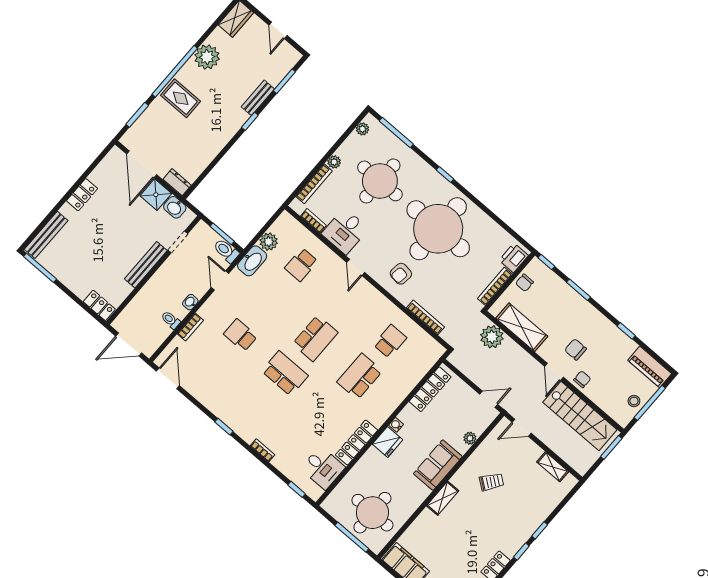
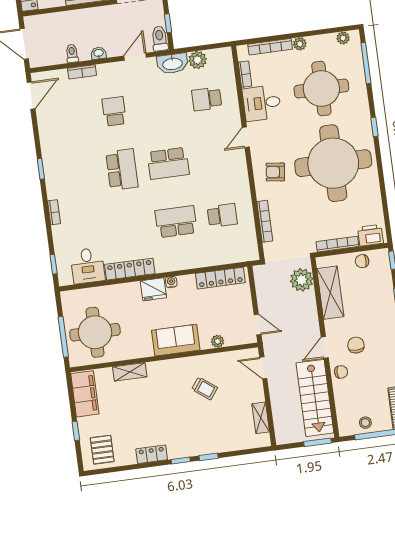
window: (222, 234) -> (168, 23), width x0.67
shelving: (443, 498) -> (130, 372), moved

